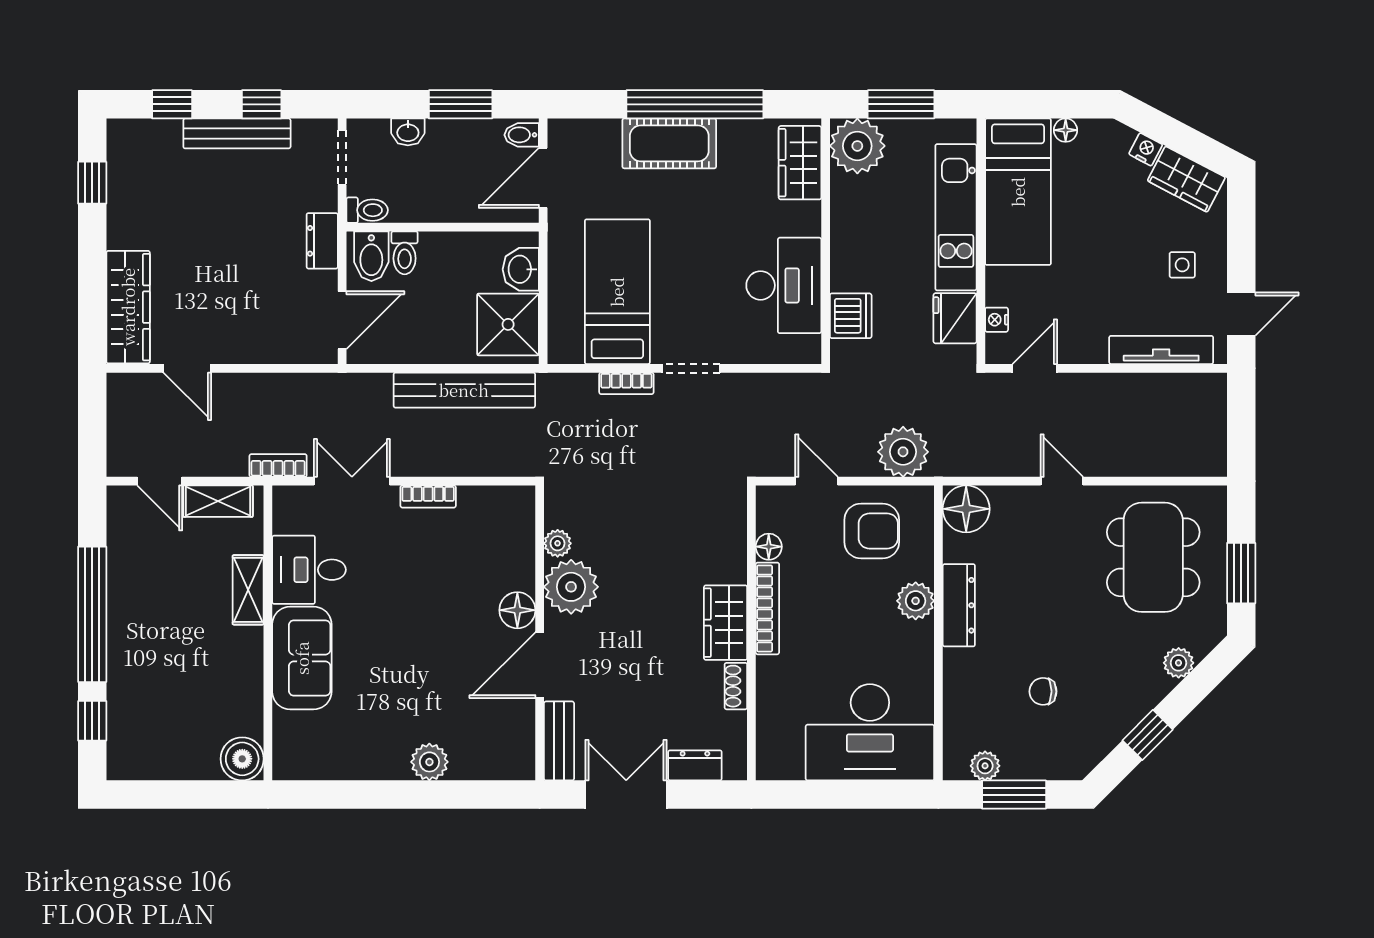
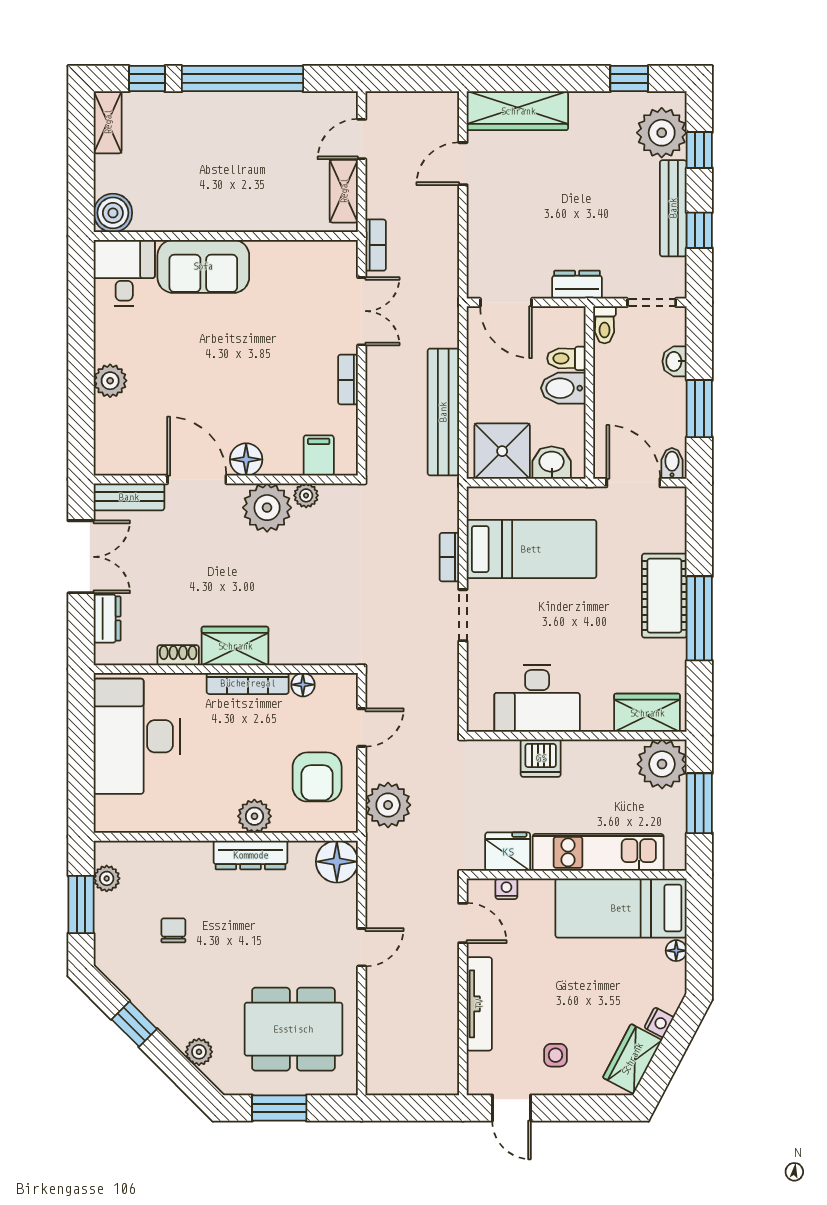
window: (695, 104) -> (699, 618), width x0.68
plant: (153, 146) -> (662, 133), added
bidet: (371, 256) -> (563, 388), moved
dishwasher: (851, 316) -> (541, 758), moved
tv unit: (1161, 350) -> (479, 1004), moved
filing cabinet: (513, 529) -> (319, 456), added
desk: (309, 570) -> (124, 273), moved
shelving: (248, 590) -> (108, 122), moved, turned 90
desk: (870, 732) -> (137, 736), moved

